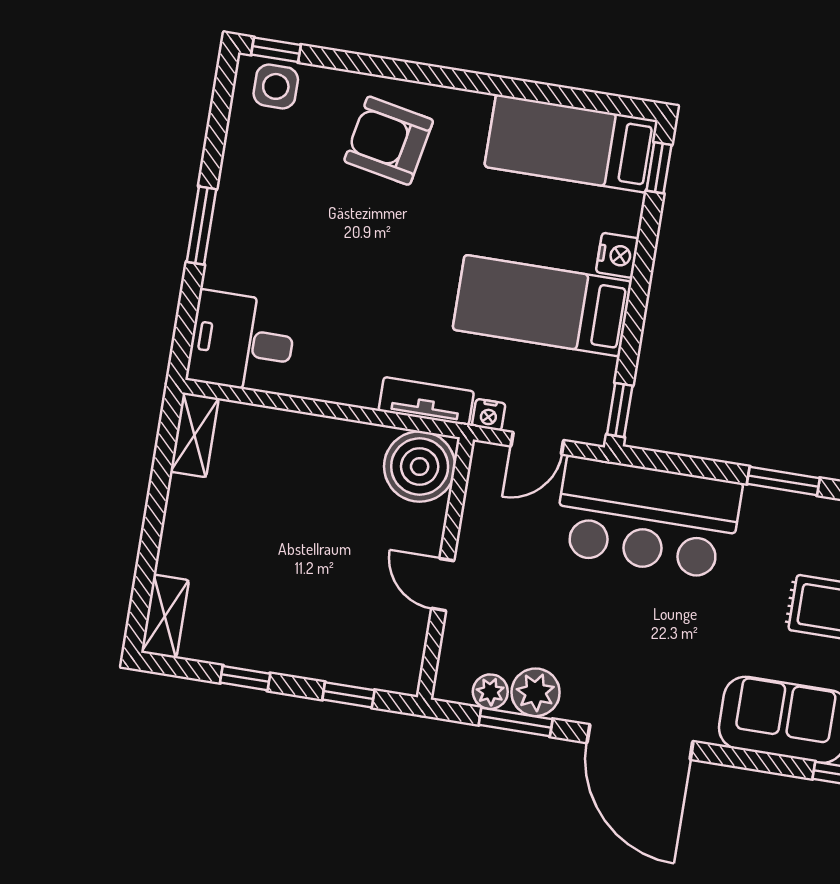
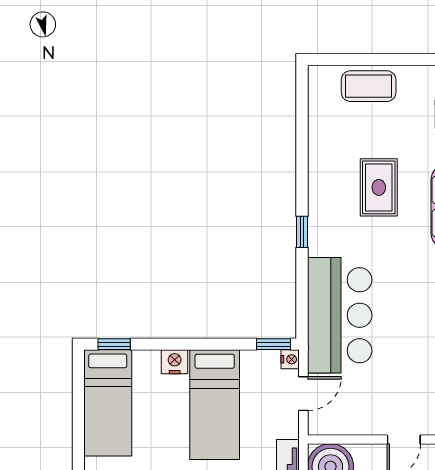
nightstand: (489, 415) -> (290, 359), moved
door: (537, 443) -> (303, 394), hinge flipped
window: (783, 481) -> (302, 232), width x0.67

